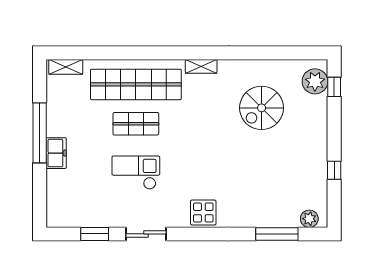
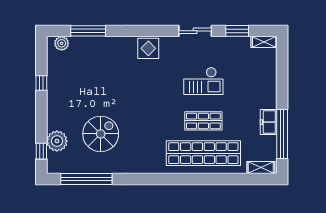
window: (279, 53) -> (86, 179), added
shelving: (201, 66) -> (264, 42), moved
plant: (315, 81) -> (57, 141), moved
window: (40, 133) -> (282, 134), moved
freezer: (56, 153) -> (269, 122), moved

